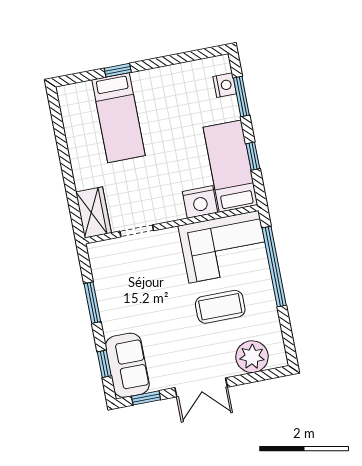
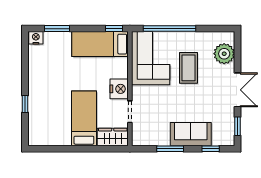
nightstand: (225, 85) -> (36, 38), moved
bed: (118, 118) -> (84, 118), moved, turned -90
window: (253, 156) -> (114, 29), moved
nightstand: (200, 202) -> (119, 89), moved
sofa: (127, 365) -> (191, 134), moved

